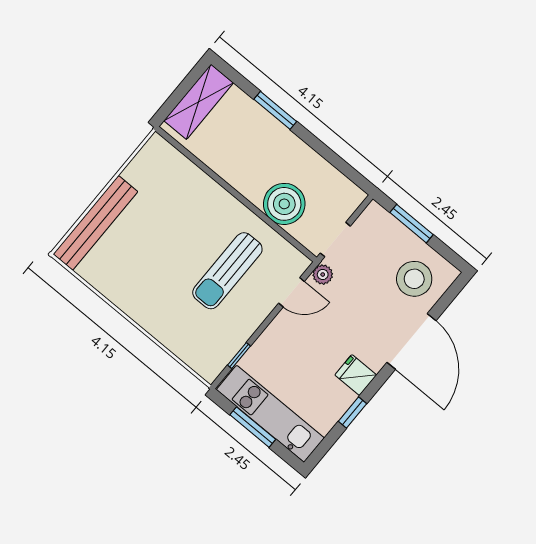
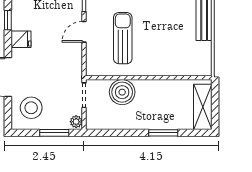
plant: (323, 275) -> (76, 122), moved
door: (292, 292) -> (84, 32), moved

